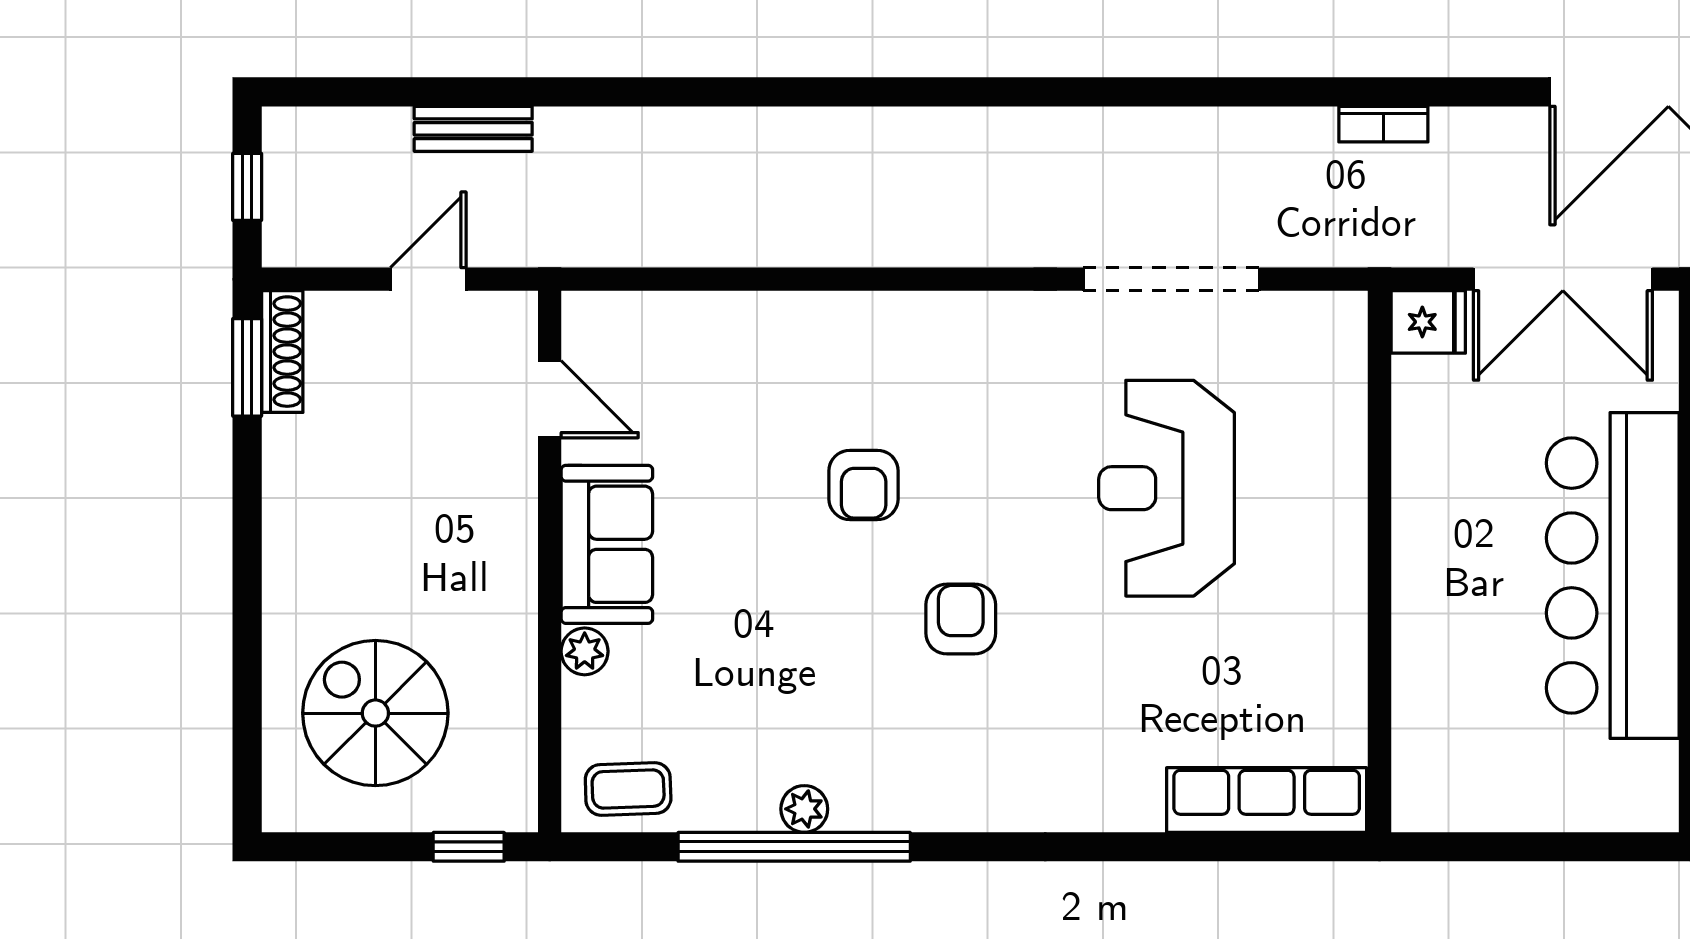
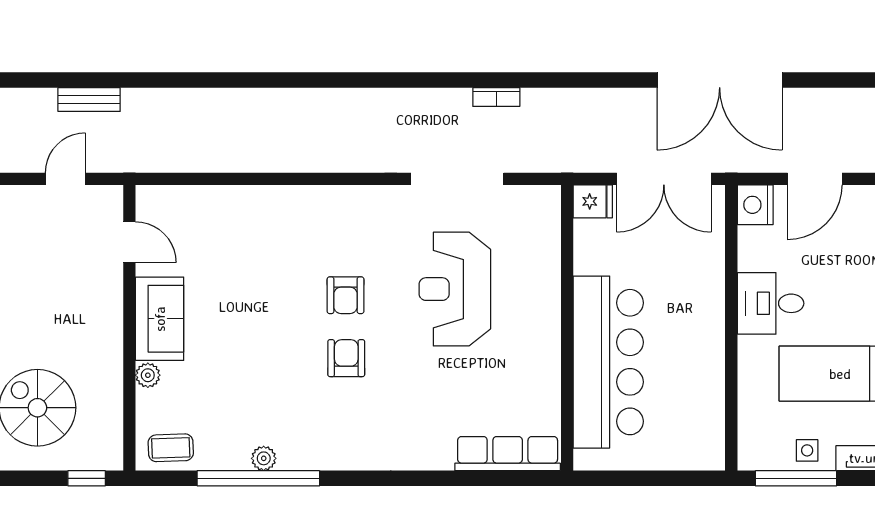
bookcase: (1383, 124) -> (496, 97), moved
armchair: (864, 485) -> (346, 295), moved
bar counter: (1613, 575) -> (608, 362), moved, turned 180

